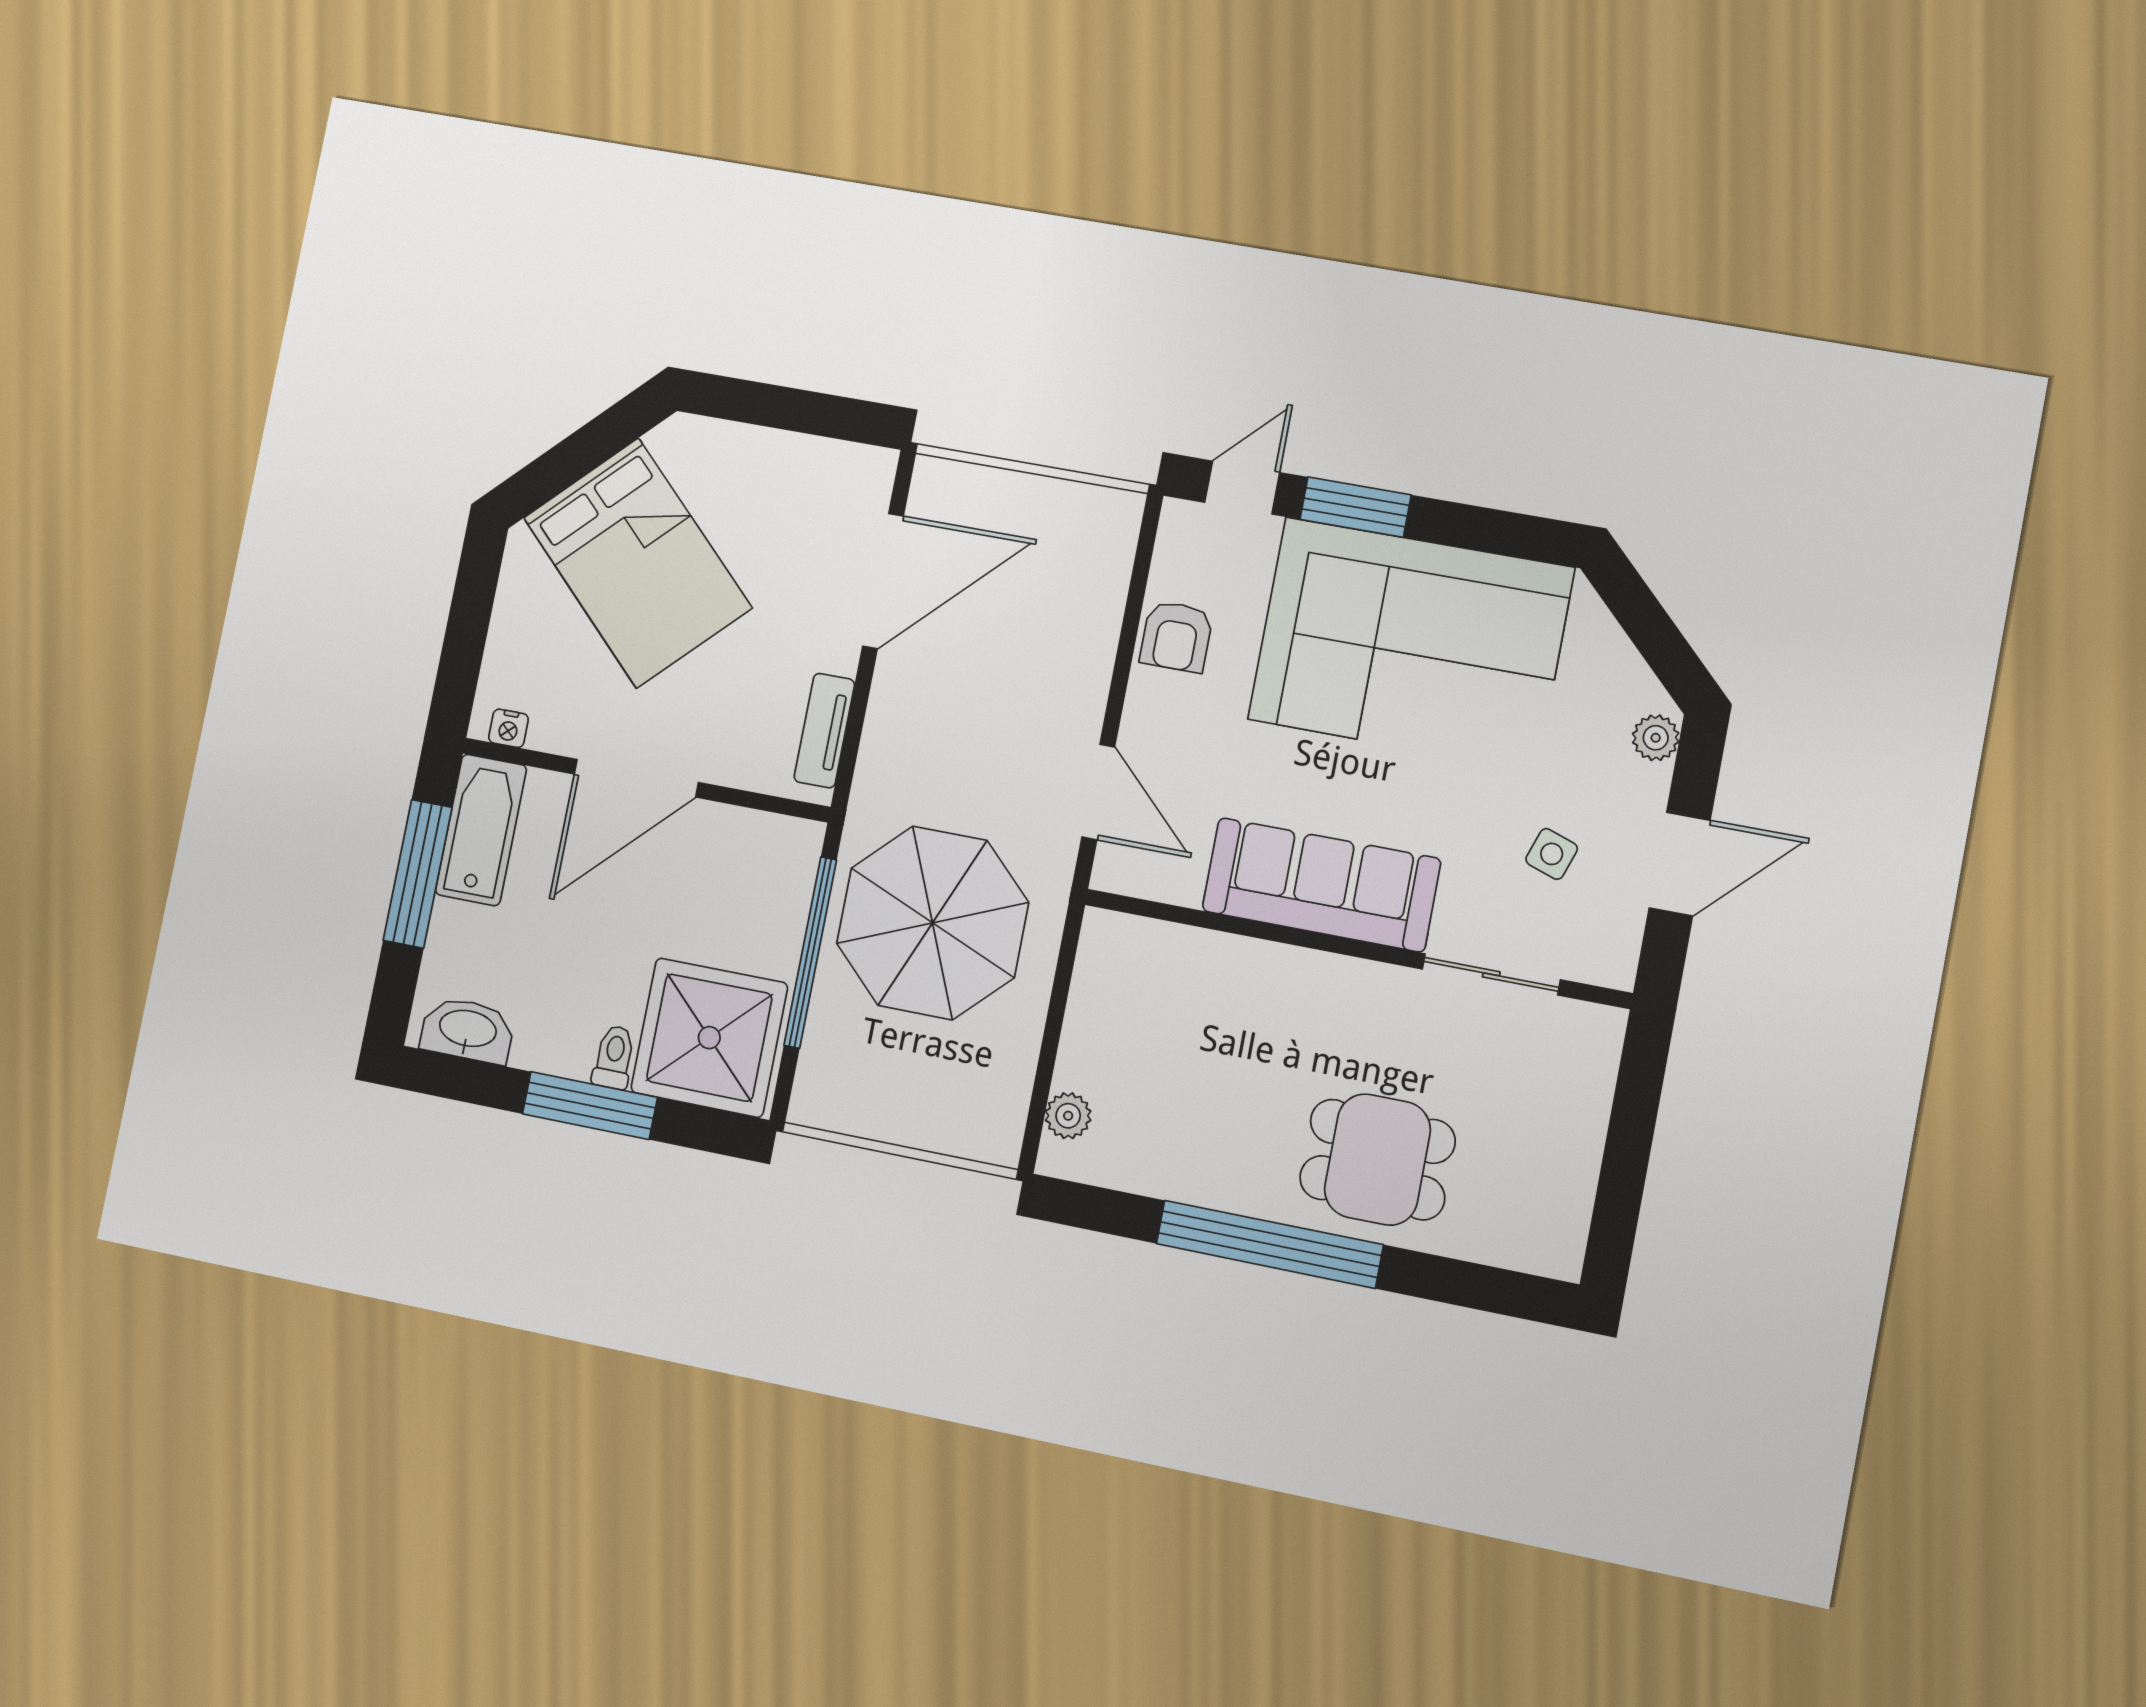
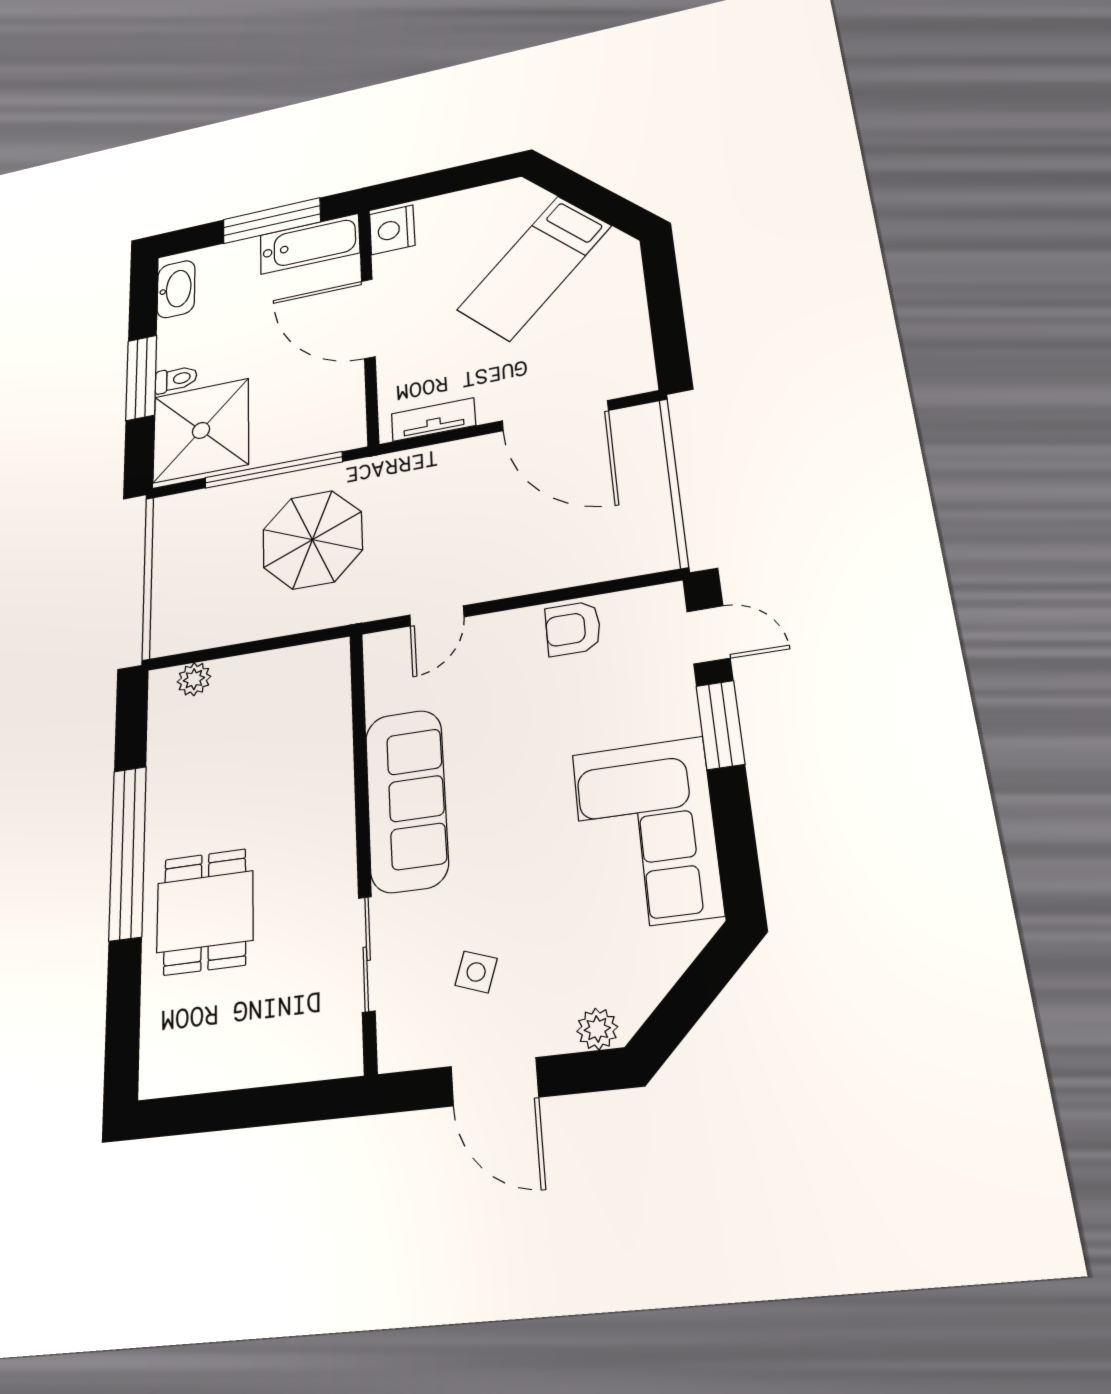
bed: (637, 563) -> (534, 268), width x0.67
corner sofa: (1411, 644) -> (647, 833), width x0.73, depth x0.74
nightstand: (508, 728) -> (392, 230), width x1.89, depth x1.79
door: (1098, 792) -> (437, 616), width x0.73
parasol: (932, 923) -> (312, 540), width x0.73, depth x0.73

